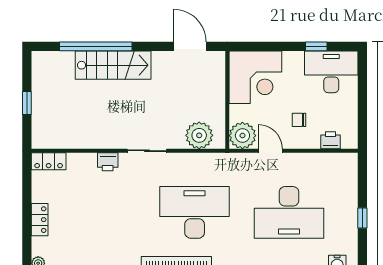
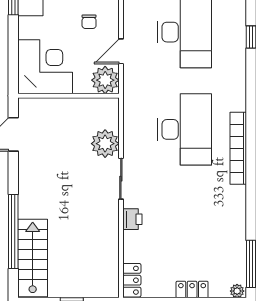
stairs: (113, 65) -> (33, 258), moved
plant: (199, 135) -> (105, 144), moved
desk: (195, 212) -> (185, 129), turned 180

